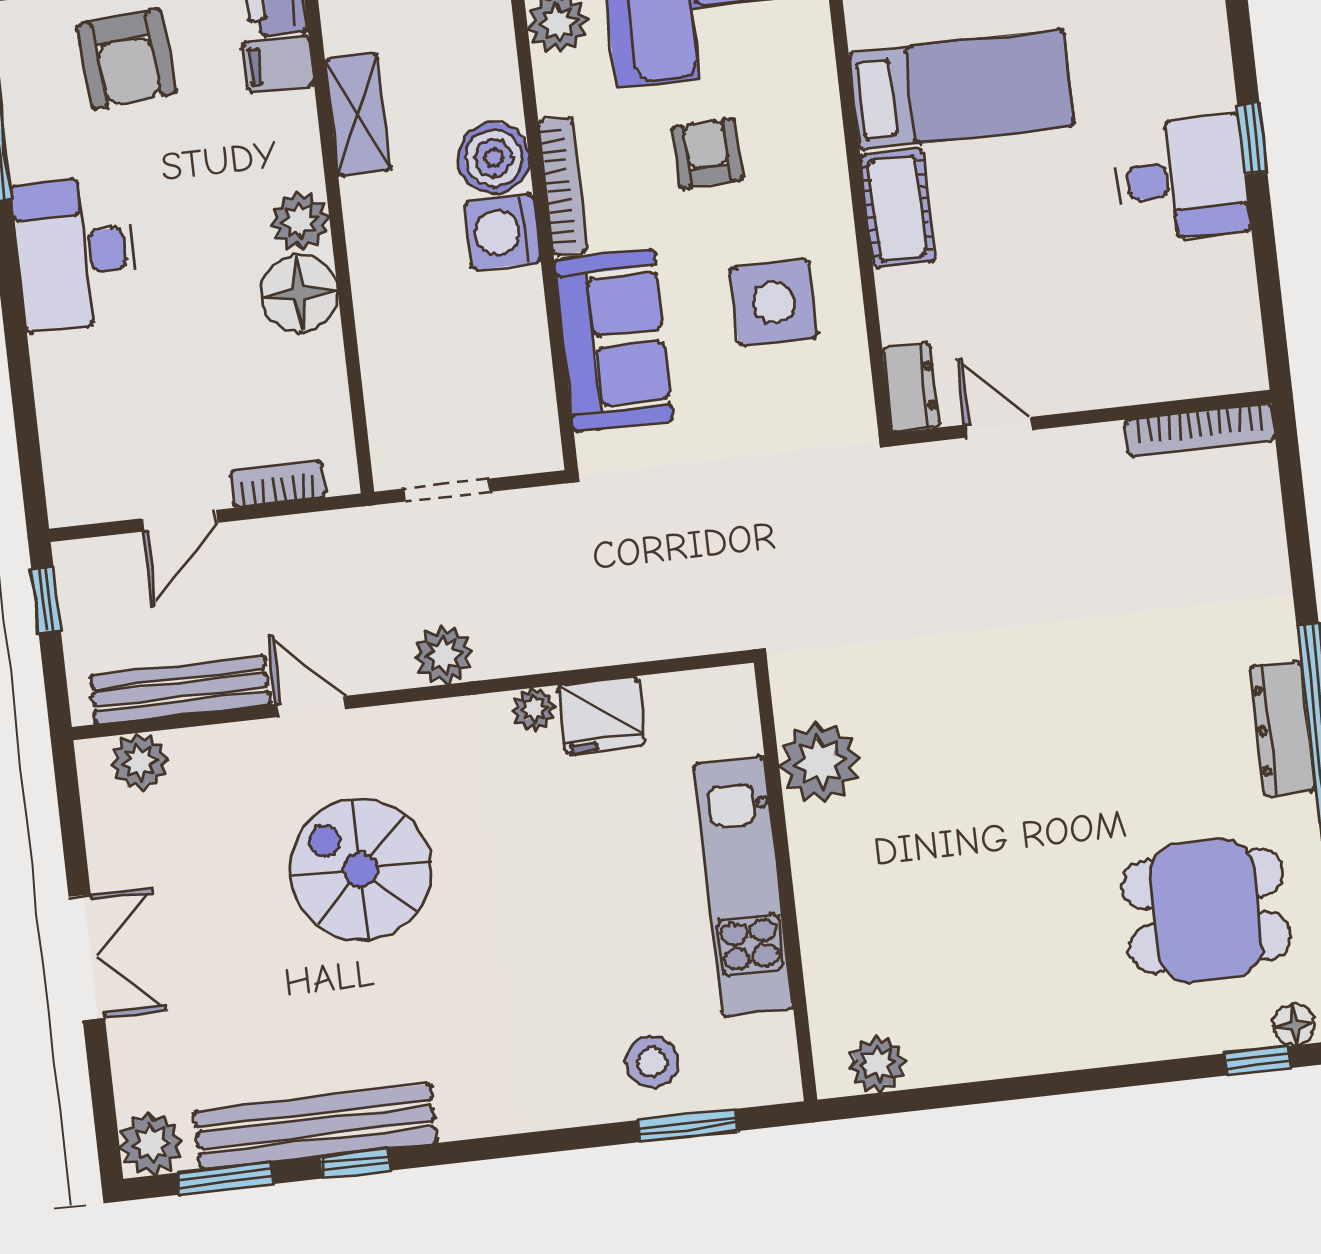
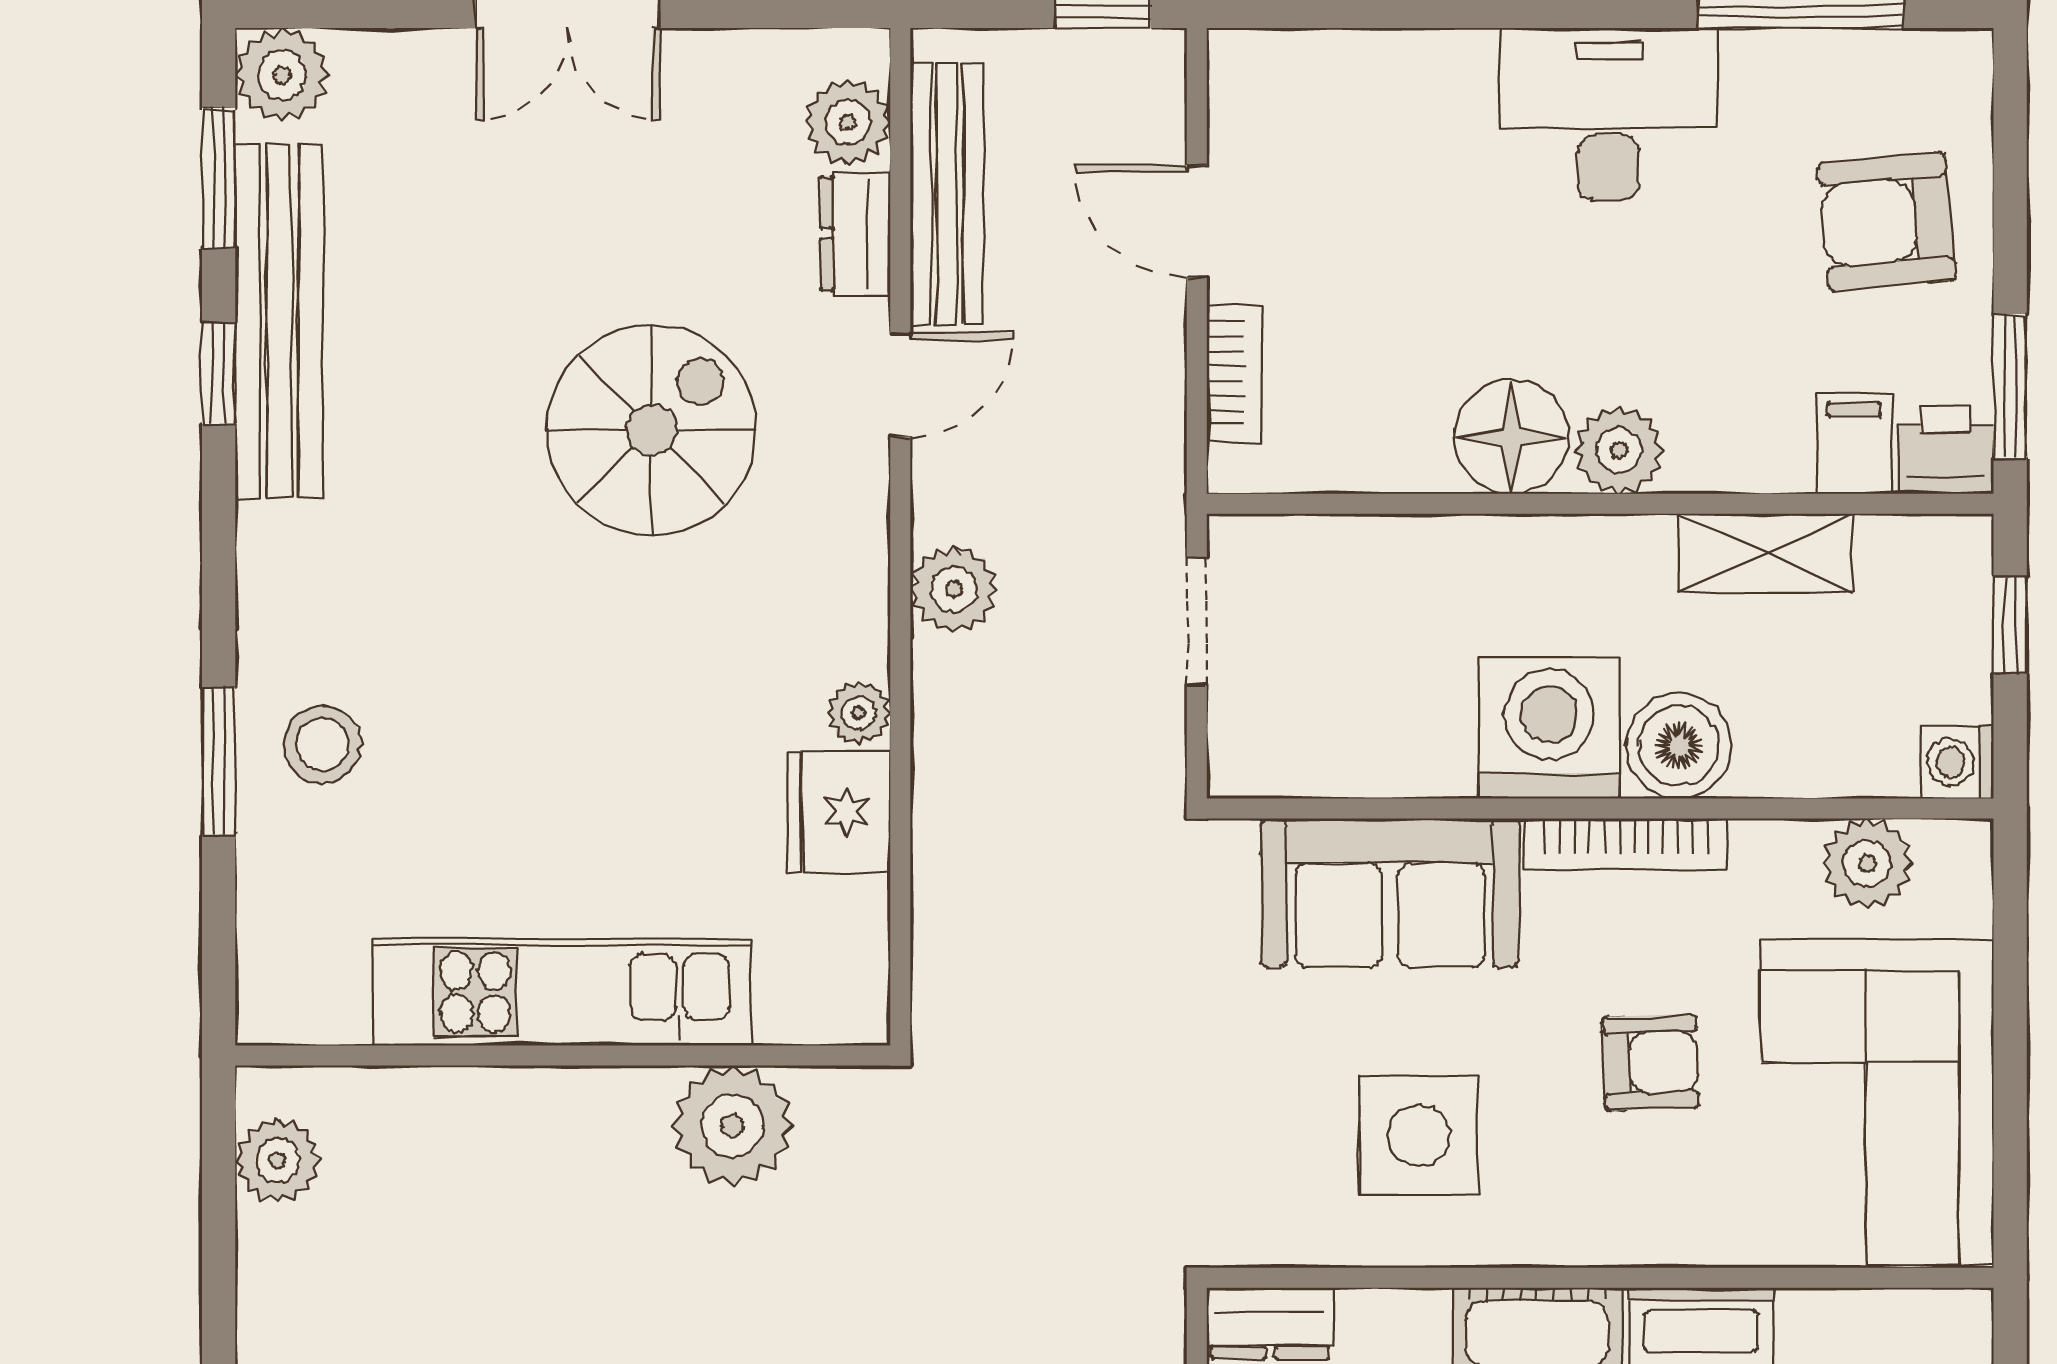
washing machine: (503, 232) -> (1549, 728), width x1.37, depth x1.37
dresser: (213, 748) -> (856, 233), added
stool: (652, 1062) -> (322, 744), moved
window: (688, 1126) -> (219, 761), moved

